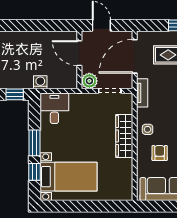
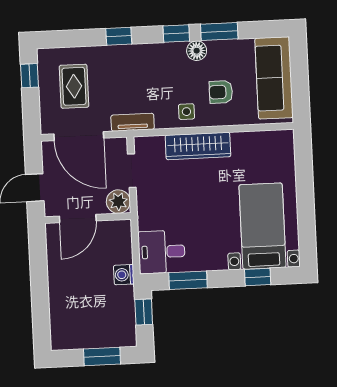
window: (34, 143) -> (188, 280), moved

